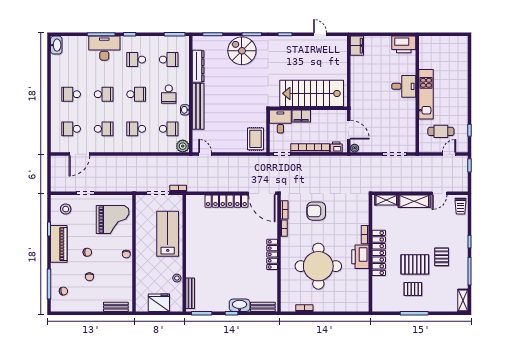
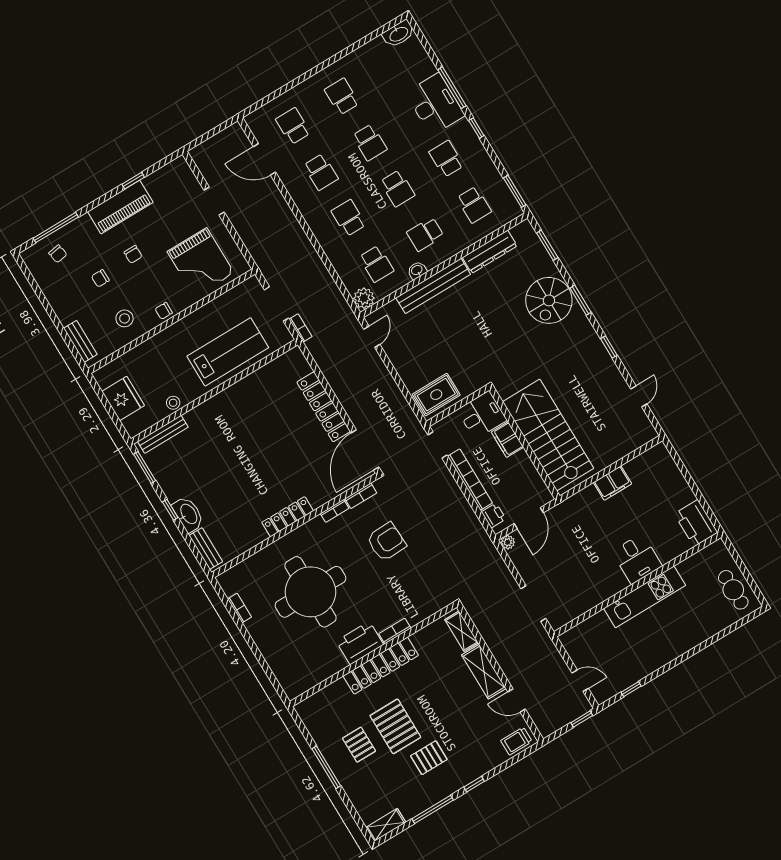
filing cabinet: (357, 46) -> (613, 483), moved
spiral stairs: (242, 51) -> (549, 300), turned 180
cafe table: (441, 131) -> (733, 590), moved
stool: (66, 209) -> (125, 318), moved
armchair: (316, 211) -> (386, 542), turned 88

